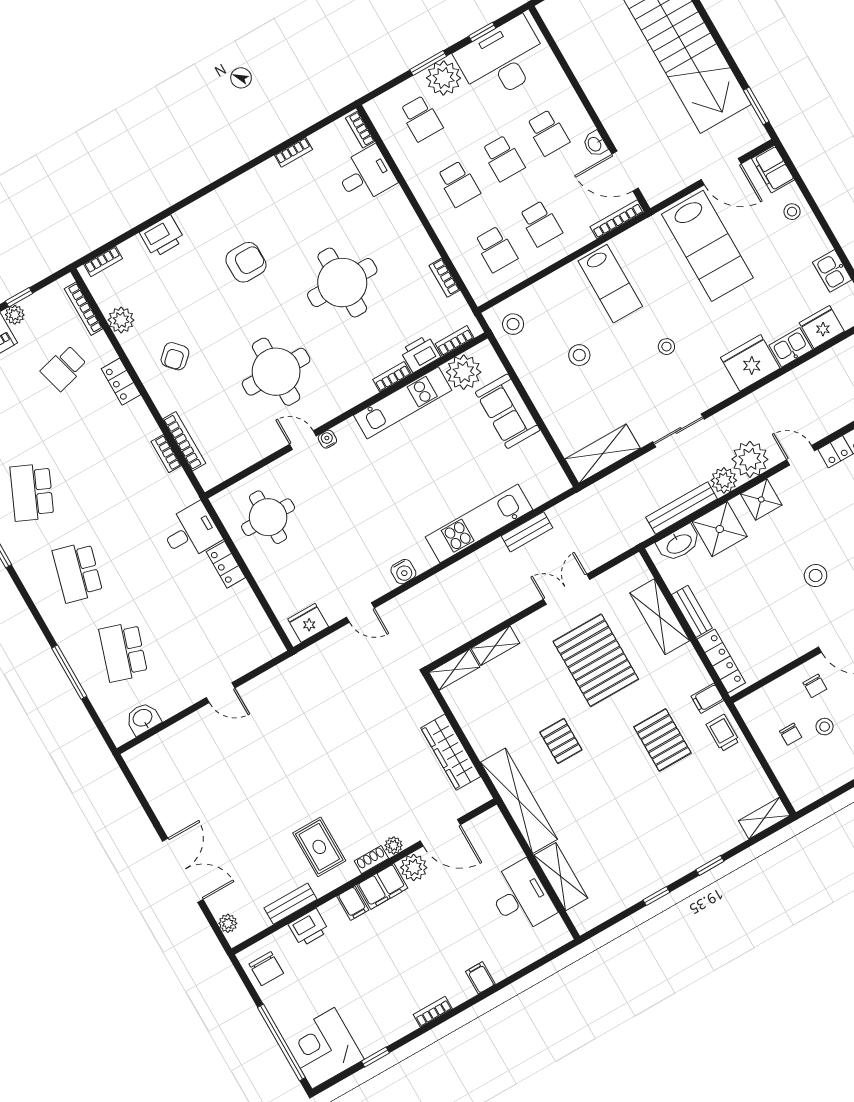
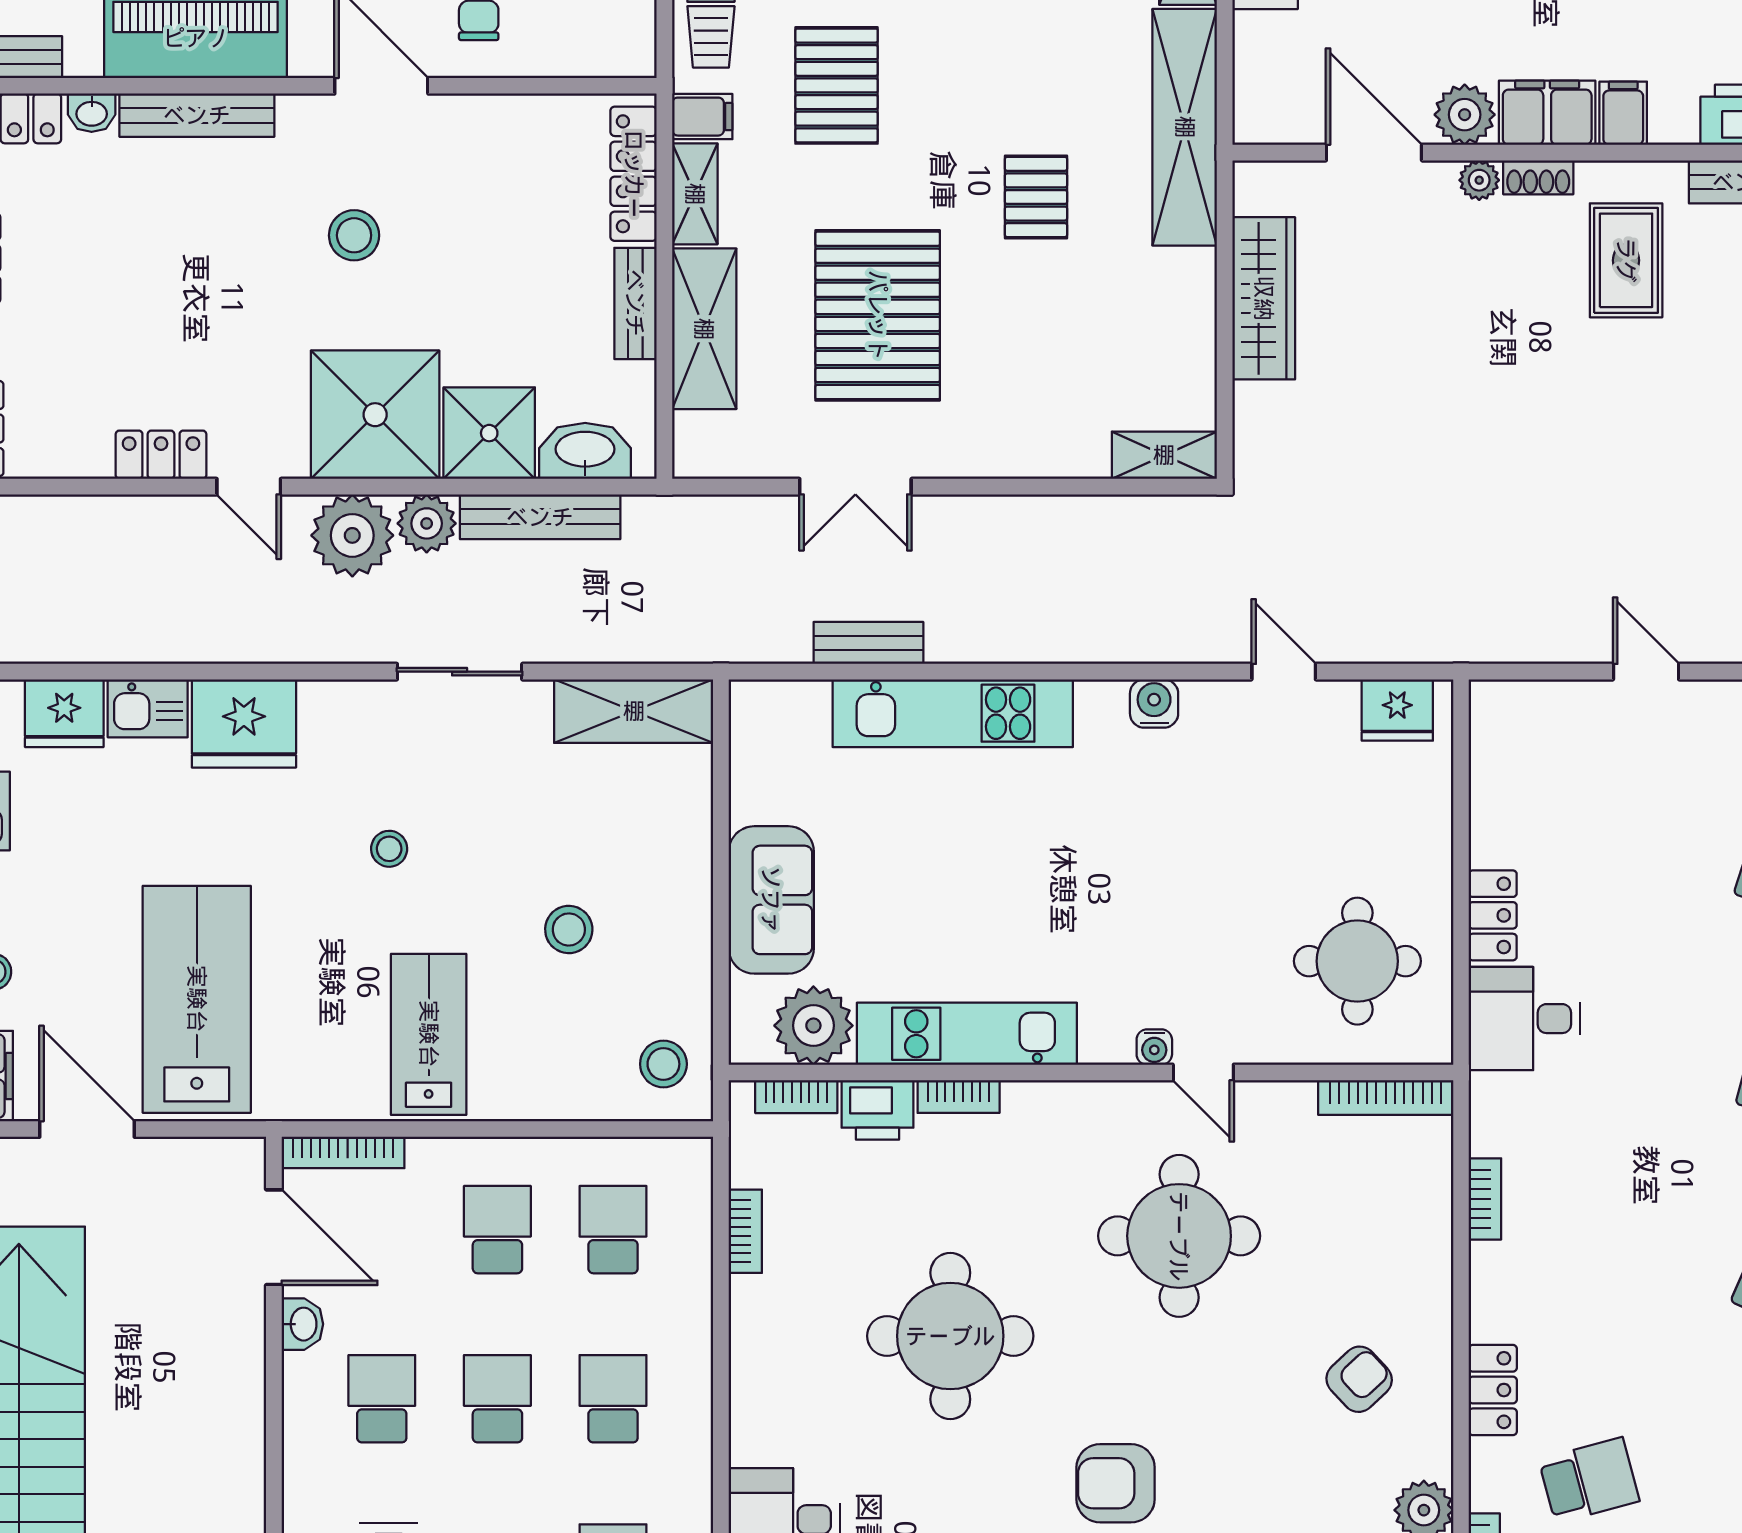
bookcase: (184, 441) -> (1386, 1097), moved, turned -90
shower: (761, 499) -> (375, 415), width x1.86, depth x1.86
shelving: (495, 646) -> (695, 194), moved, turned 90

